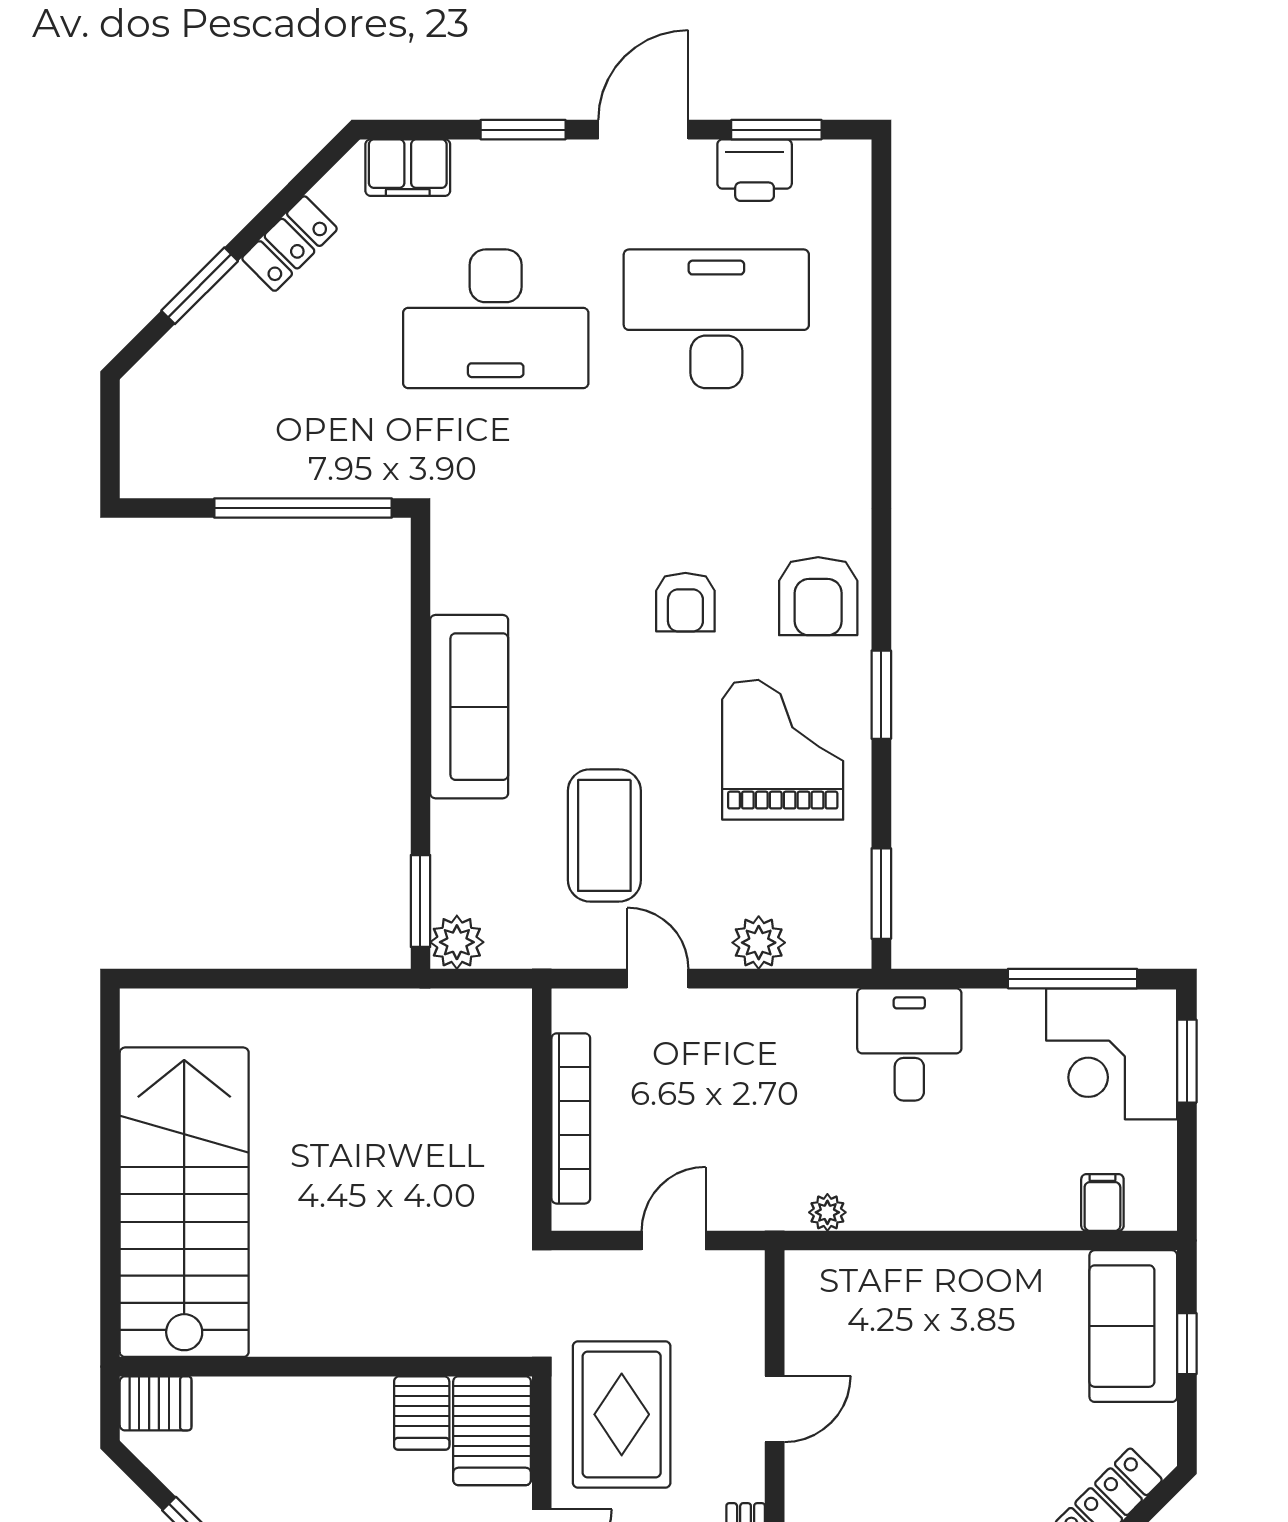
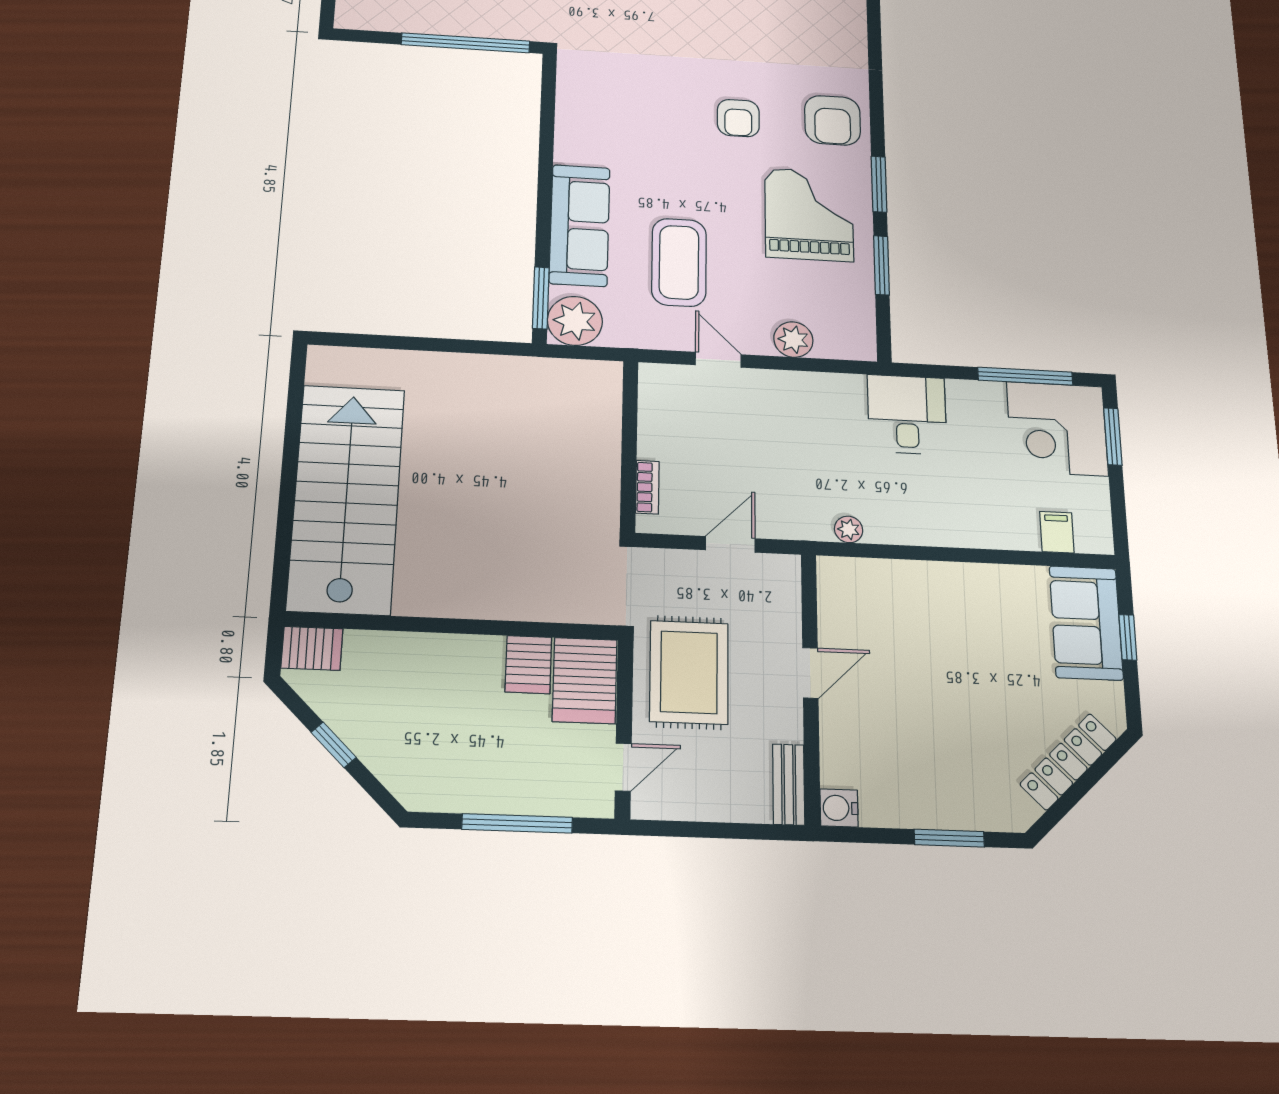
sofa: (469, 707) -> (580, 225), moved
window: (881, 894) -> (882, 265), moved
plant: (457, 942) -> (575, 321), width x1.36, depth x1.36
bookcase: (571, 1118) -> (647, 487), width x0.43, depth x0.76

